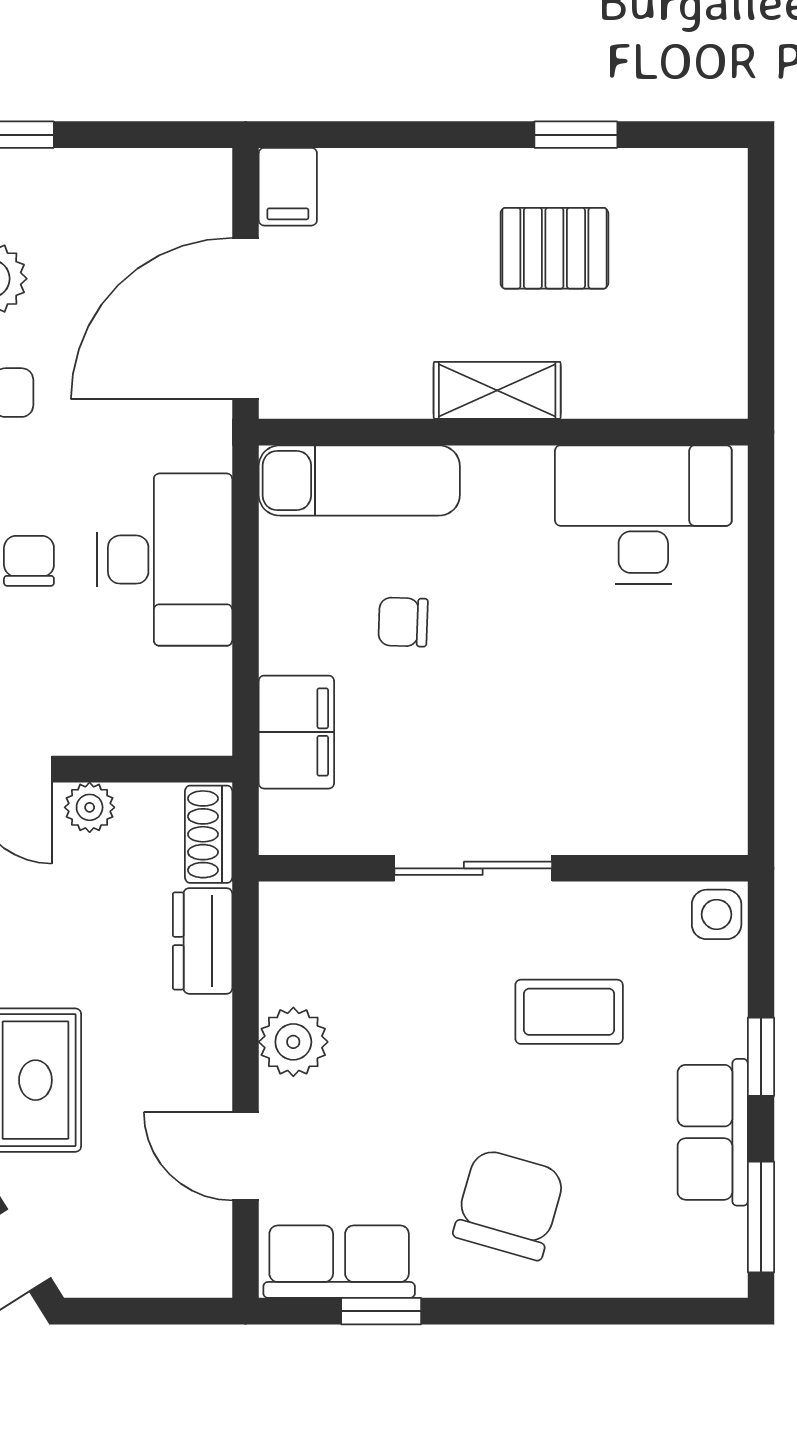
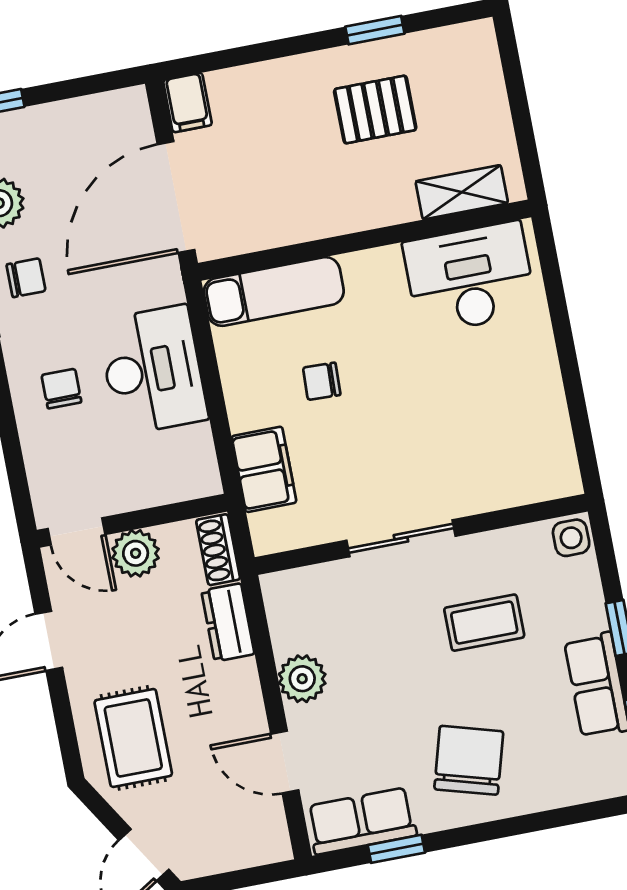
shelving: (497, 390) -> (462, 192), moved
plant: (90, 807) -> (136, 553), width x1.38, depth x1.38

